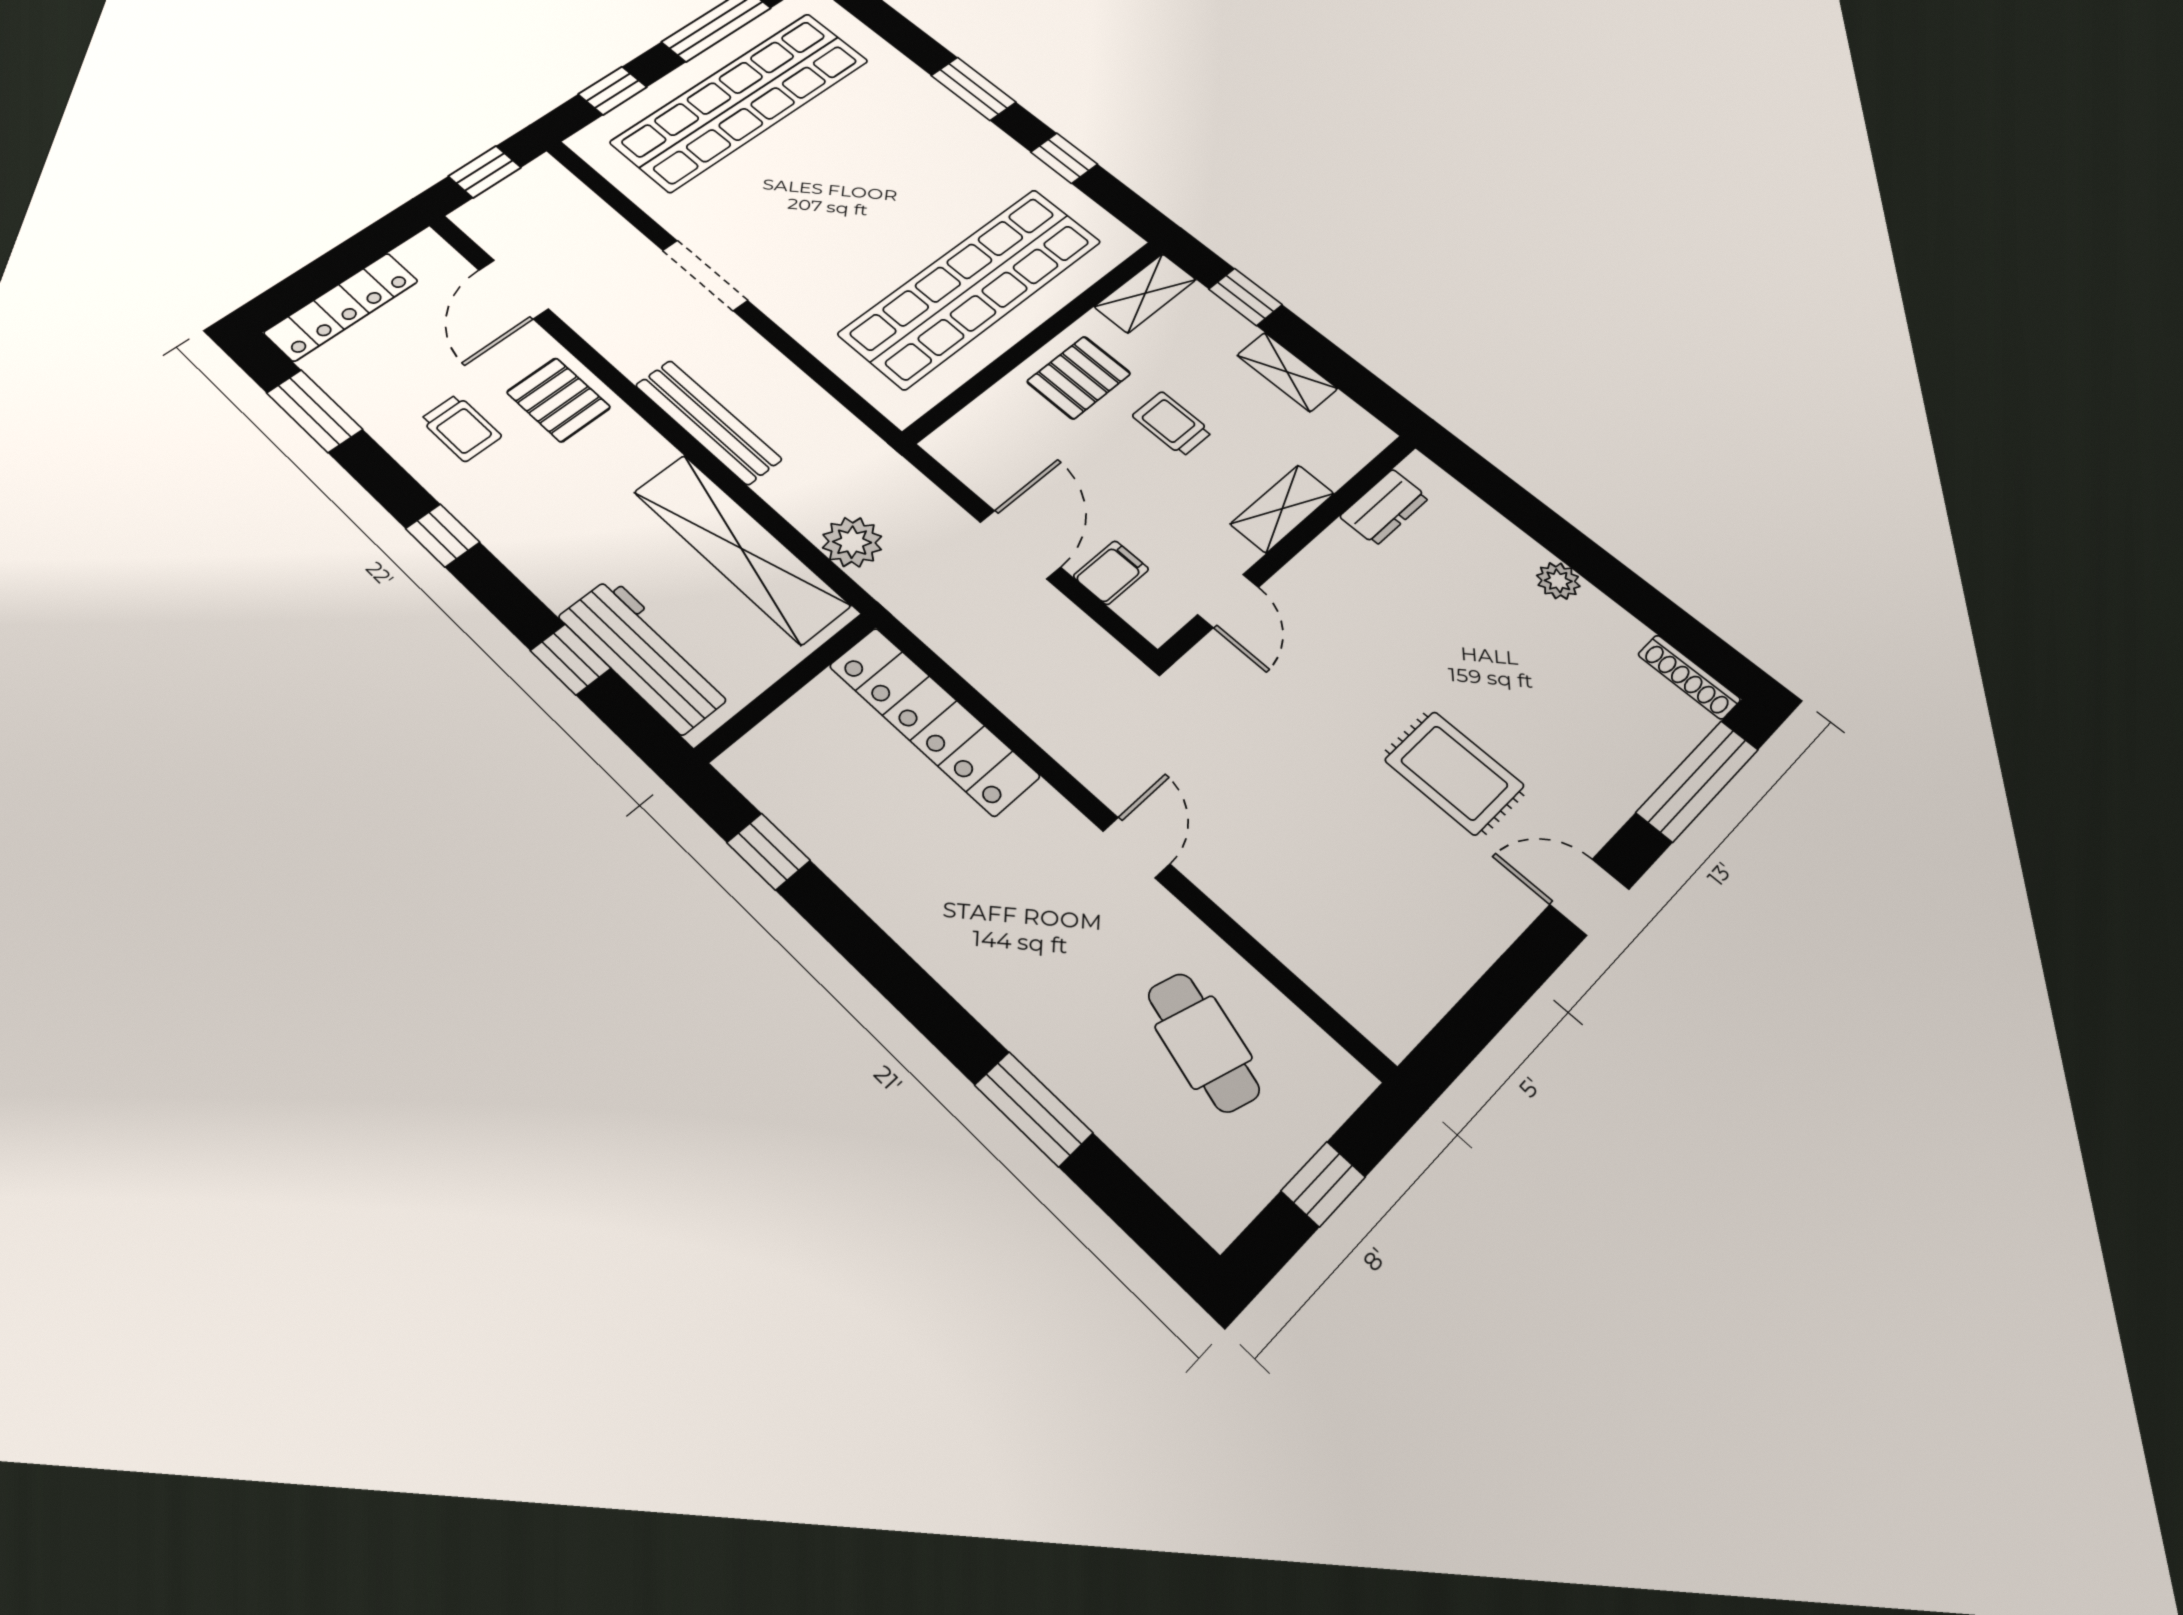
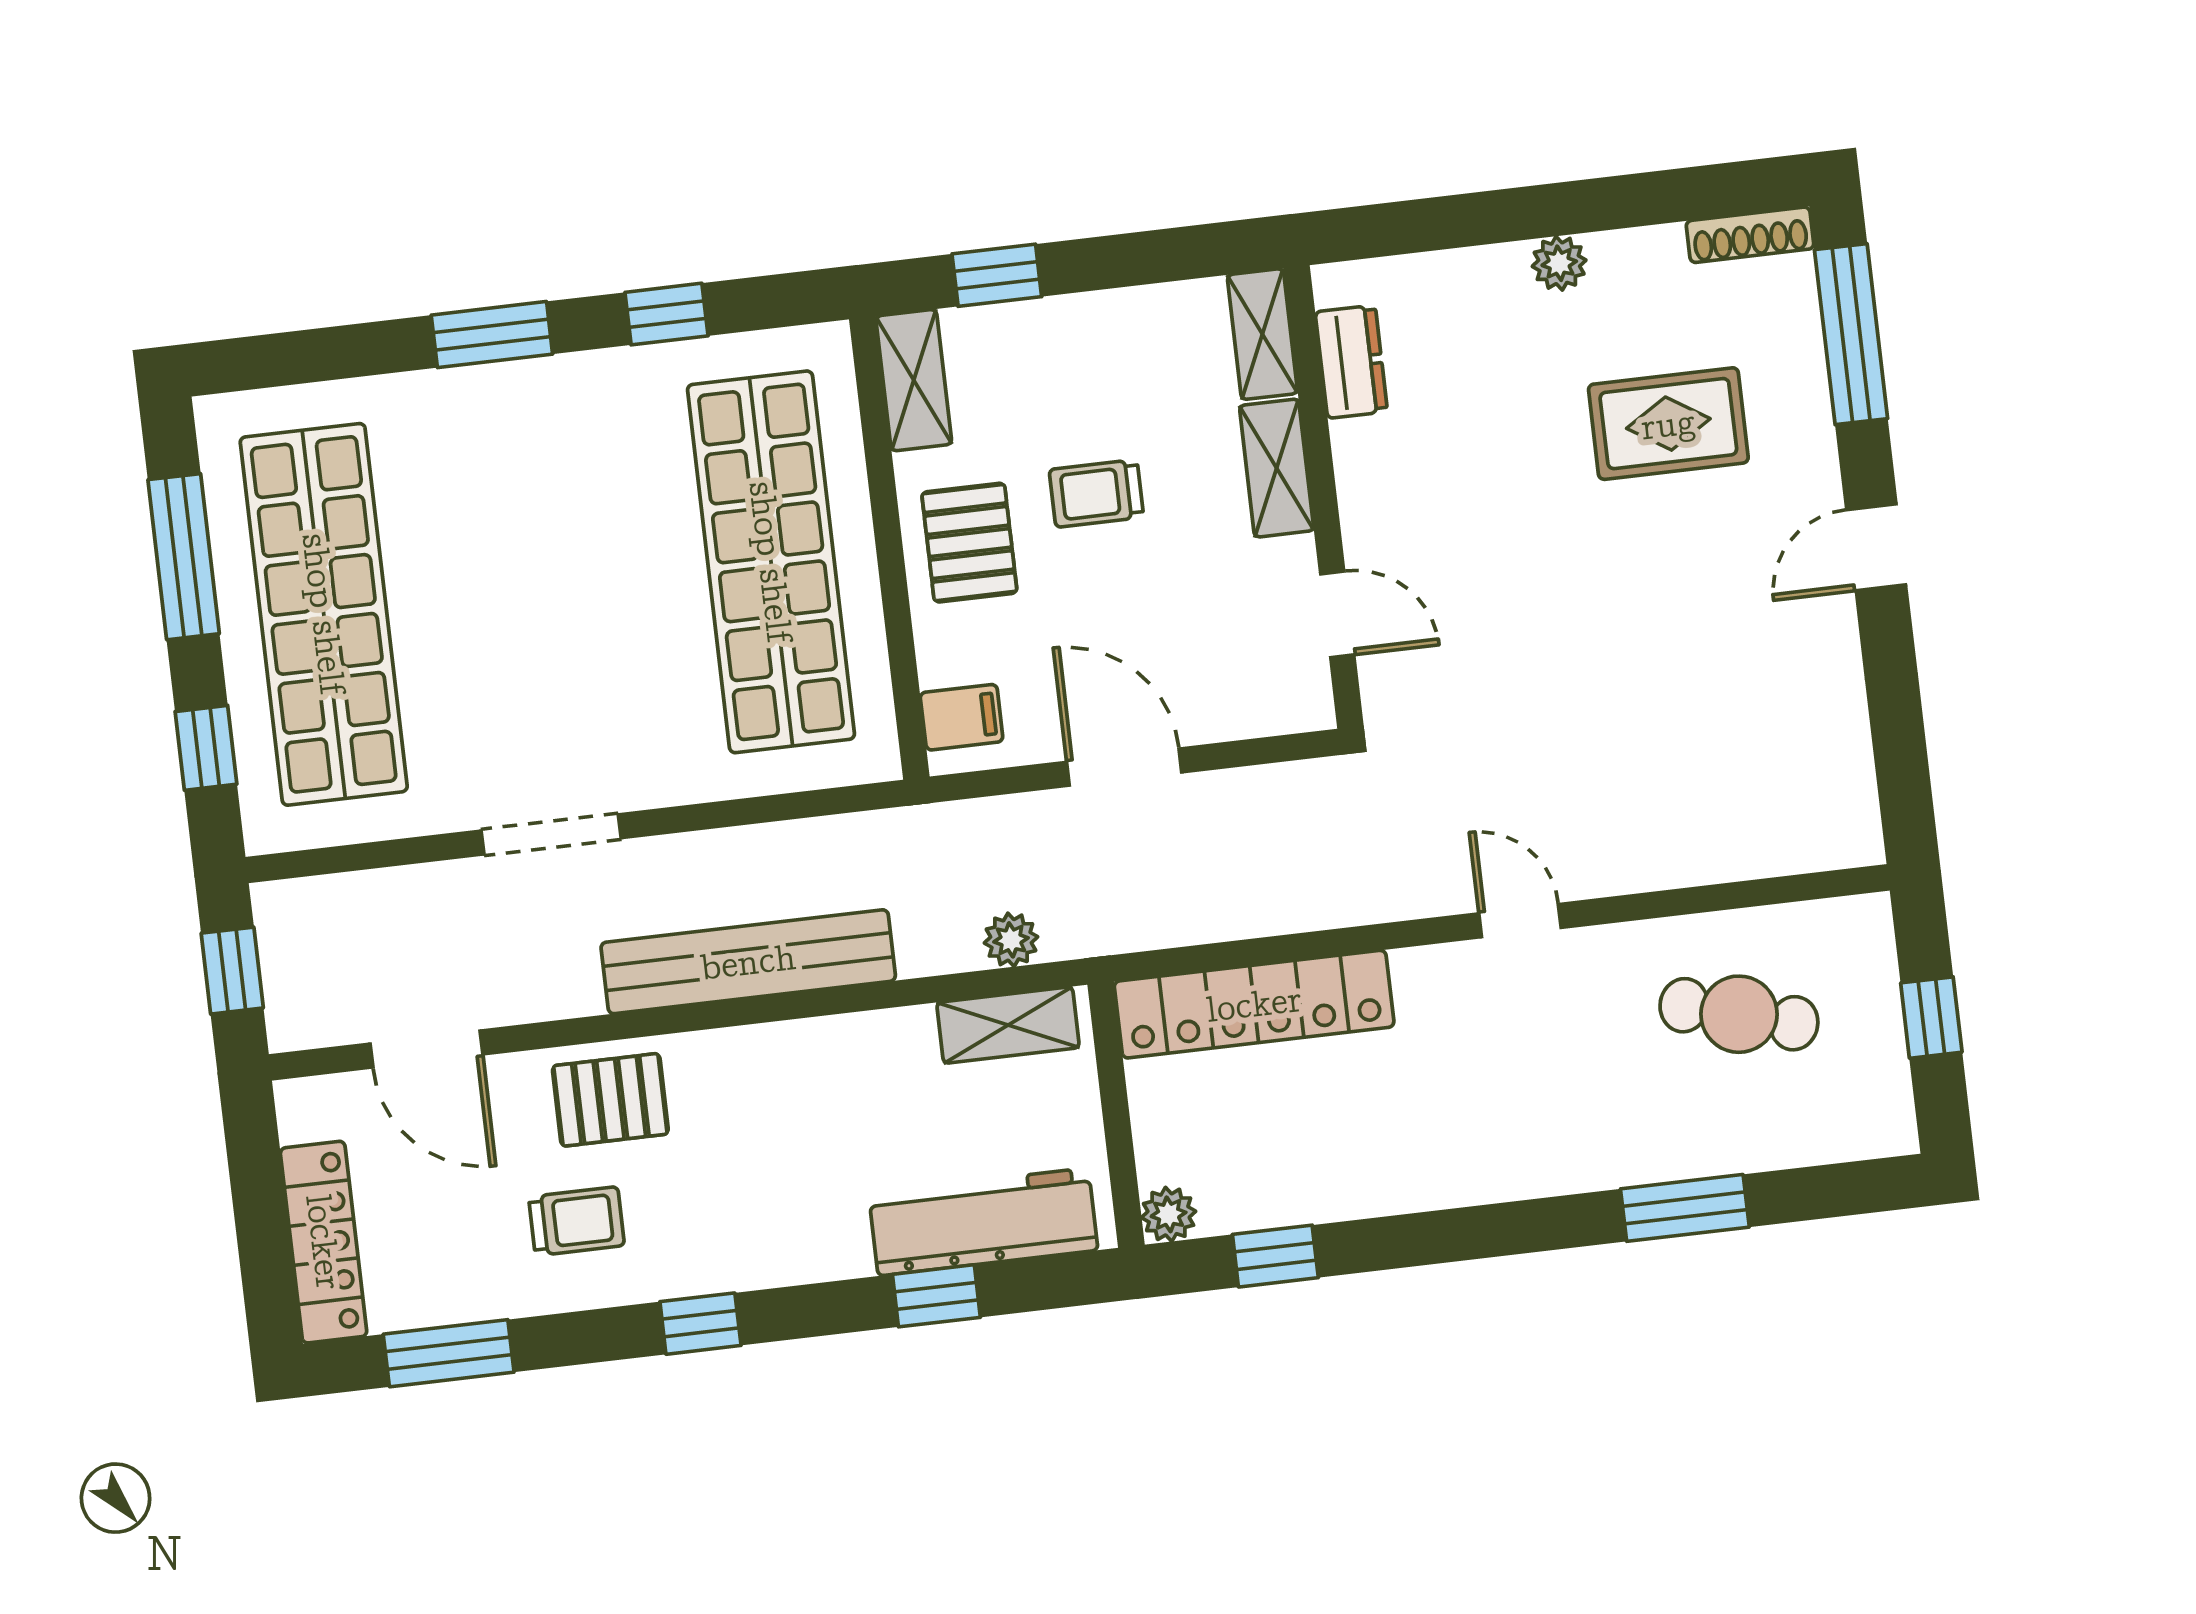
shelving: (1287, 372) -> (1262, 334), moved, turned 90
bench: (708, 422) -> (748, 962), width x1.37, depth x1.21
plant: (852, 542) -> (1011, 940), width x0.73, depth x0.73
shelving: (741, 548) -> (1008, 1025), width x0.45, depth x0.75
filing cabinet: (1111, 573) -> (962, 717), moved, turned 90
plant: (743, 764) -> (1169, 1214), added
rug: (1454, 773) -> (1668, 424), moved

